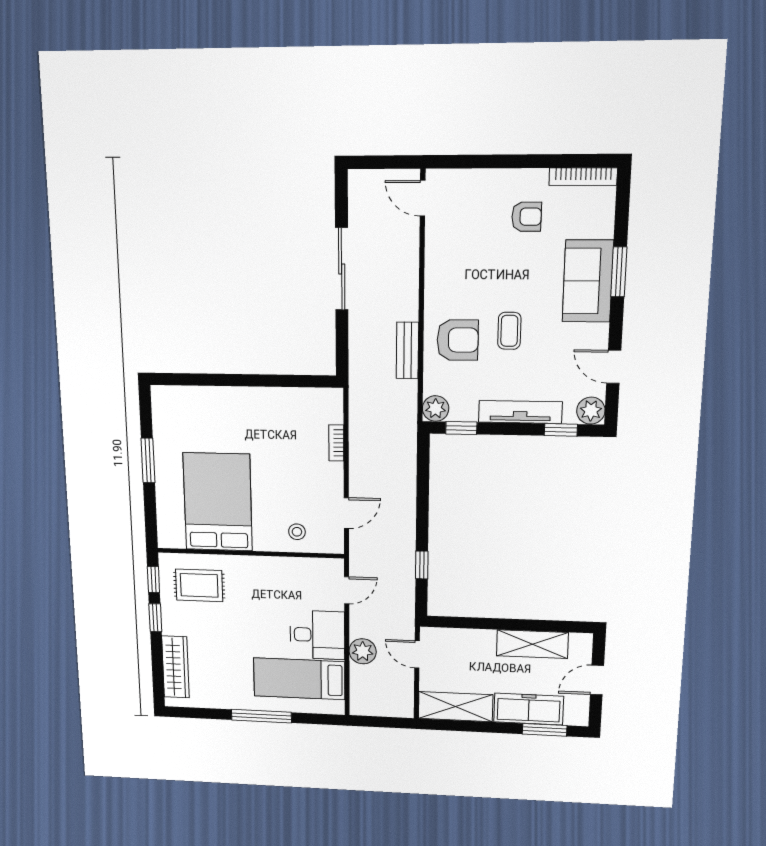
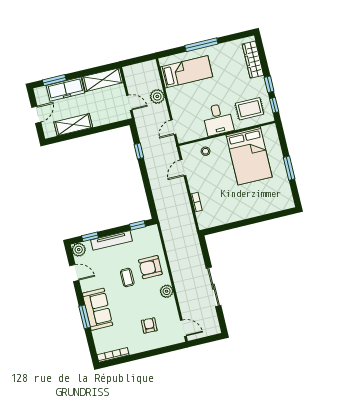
armchair: (527, 217) -> (149, 325), moved, turned 92
bench: (407, 350) -> (173, 256), removed
plant: (436, 409) -> (167, 291), moved
desk: (317, 635) -> (218, 119), moved, turned -90

